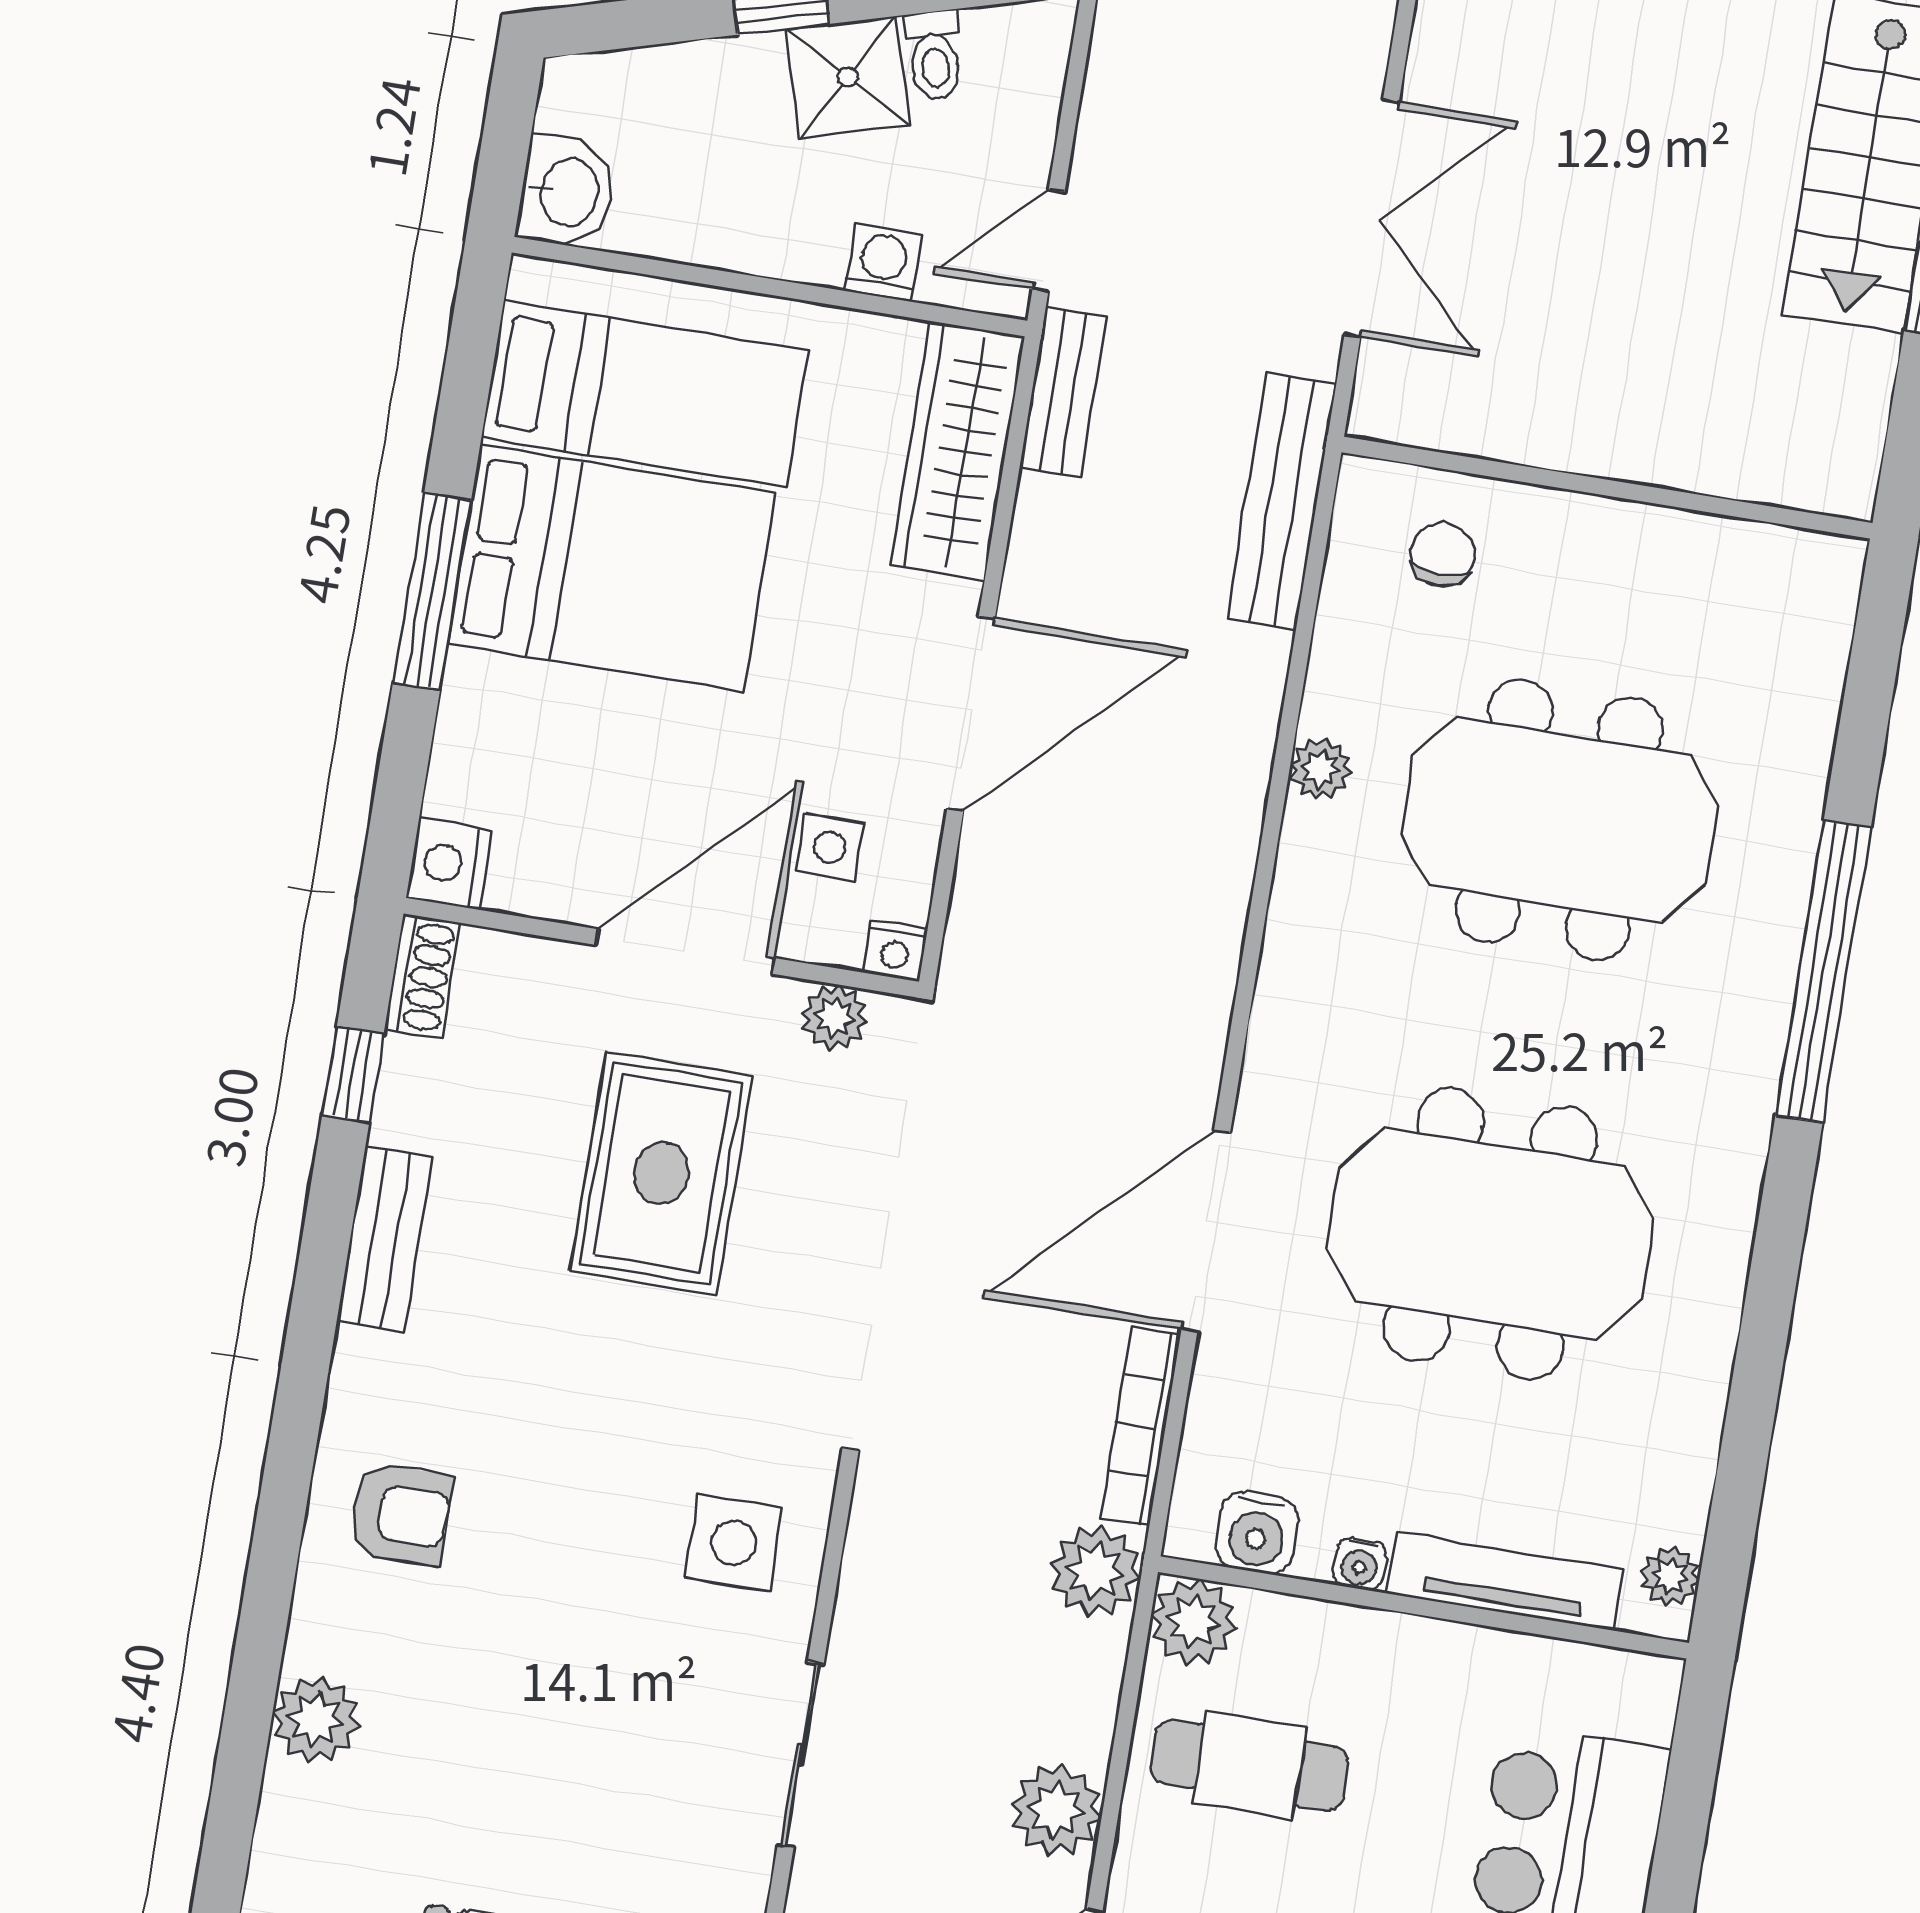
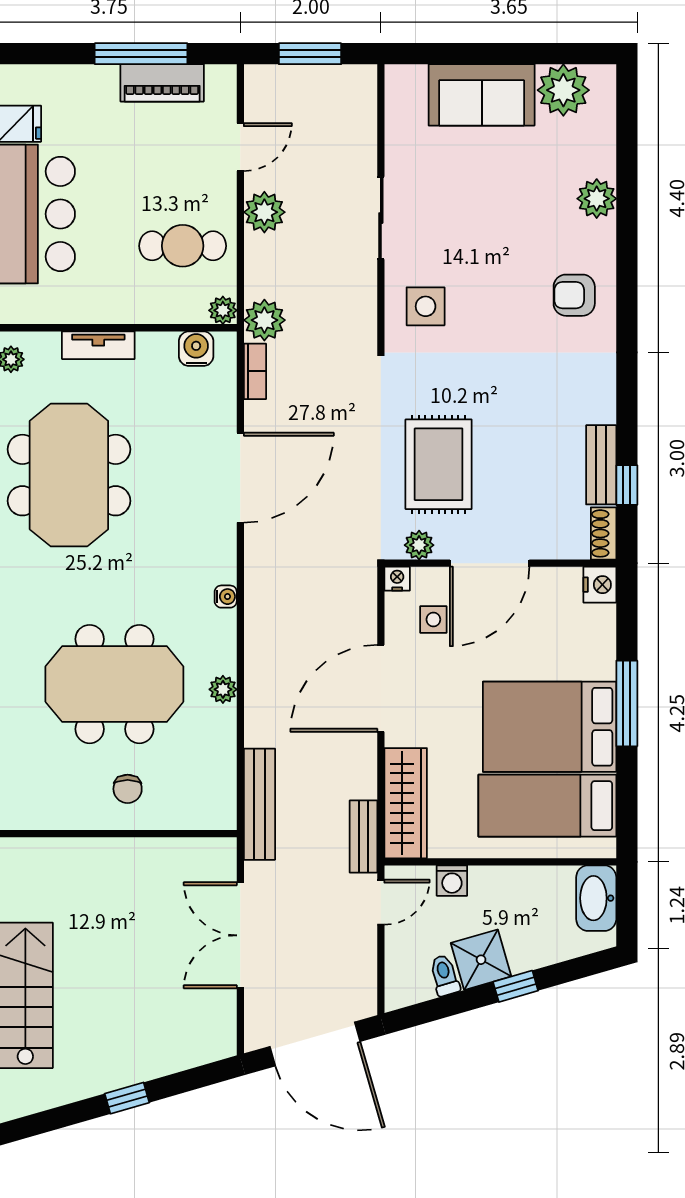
washbasin: (567, 192) -> (596, 898), width x1.38
chair: (1442, 554) -> (128, 789), moved
rug: (661, 1173) -> (439, 464), moved
meeting table: (1490, 1234) -> (69, 475), moved, turned 90
bench: (384, 1239) -> (601, 465), moved
bookcase: (1140, 1427) -> (255, 371), width x0.64
water cooler: (1360, 1564) -> (226, 597), moved, turned 90
tv unit: (1505, 1581) -> (98, 345), width x0.71
plant: (1193, 1621) -> (223, 310), width x0.73, depth x0.73

